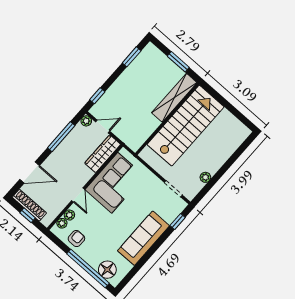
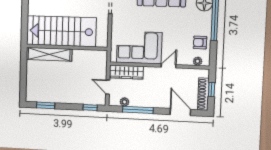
window: (178, 62) -> (23, 71), removed
plant: (86, 121) -> (124, 102), moved
plant: (69, 215) -> (187, 61), removed

